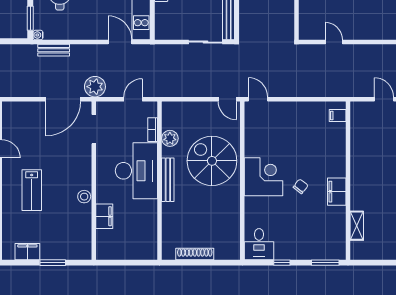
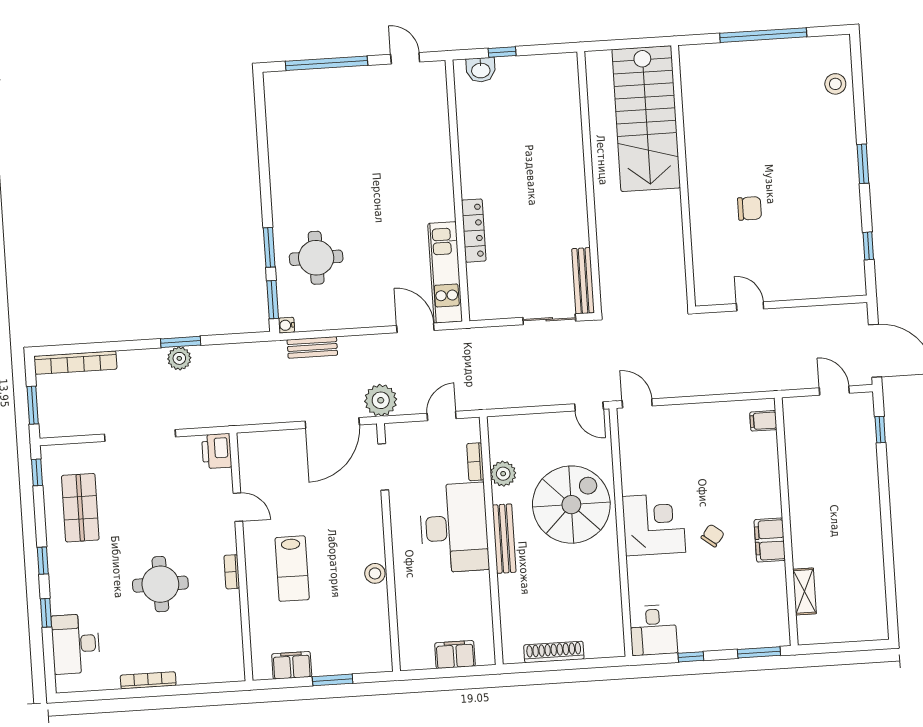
spiral stairs: (212, 161) -> (571, 505), turned 90
filing cabinet: (104, 216) -> (455, 655), moved, turned -90

